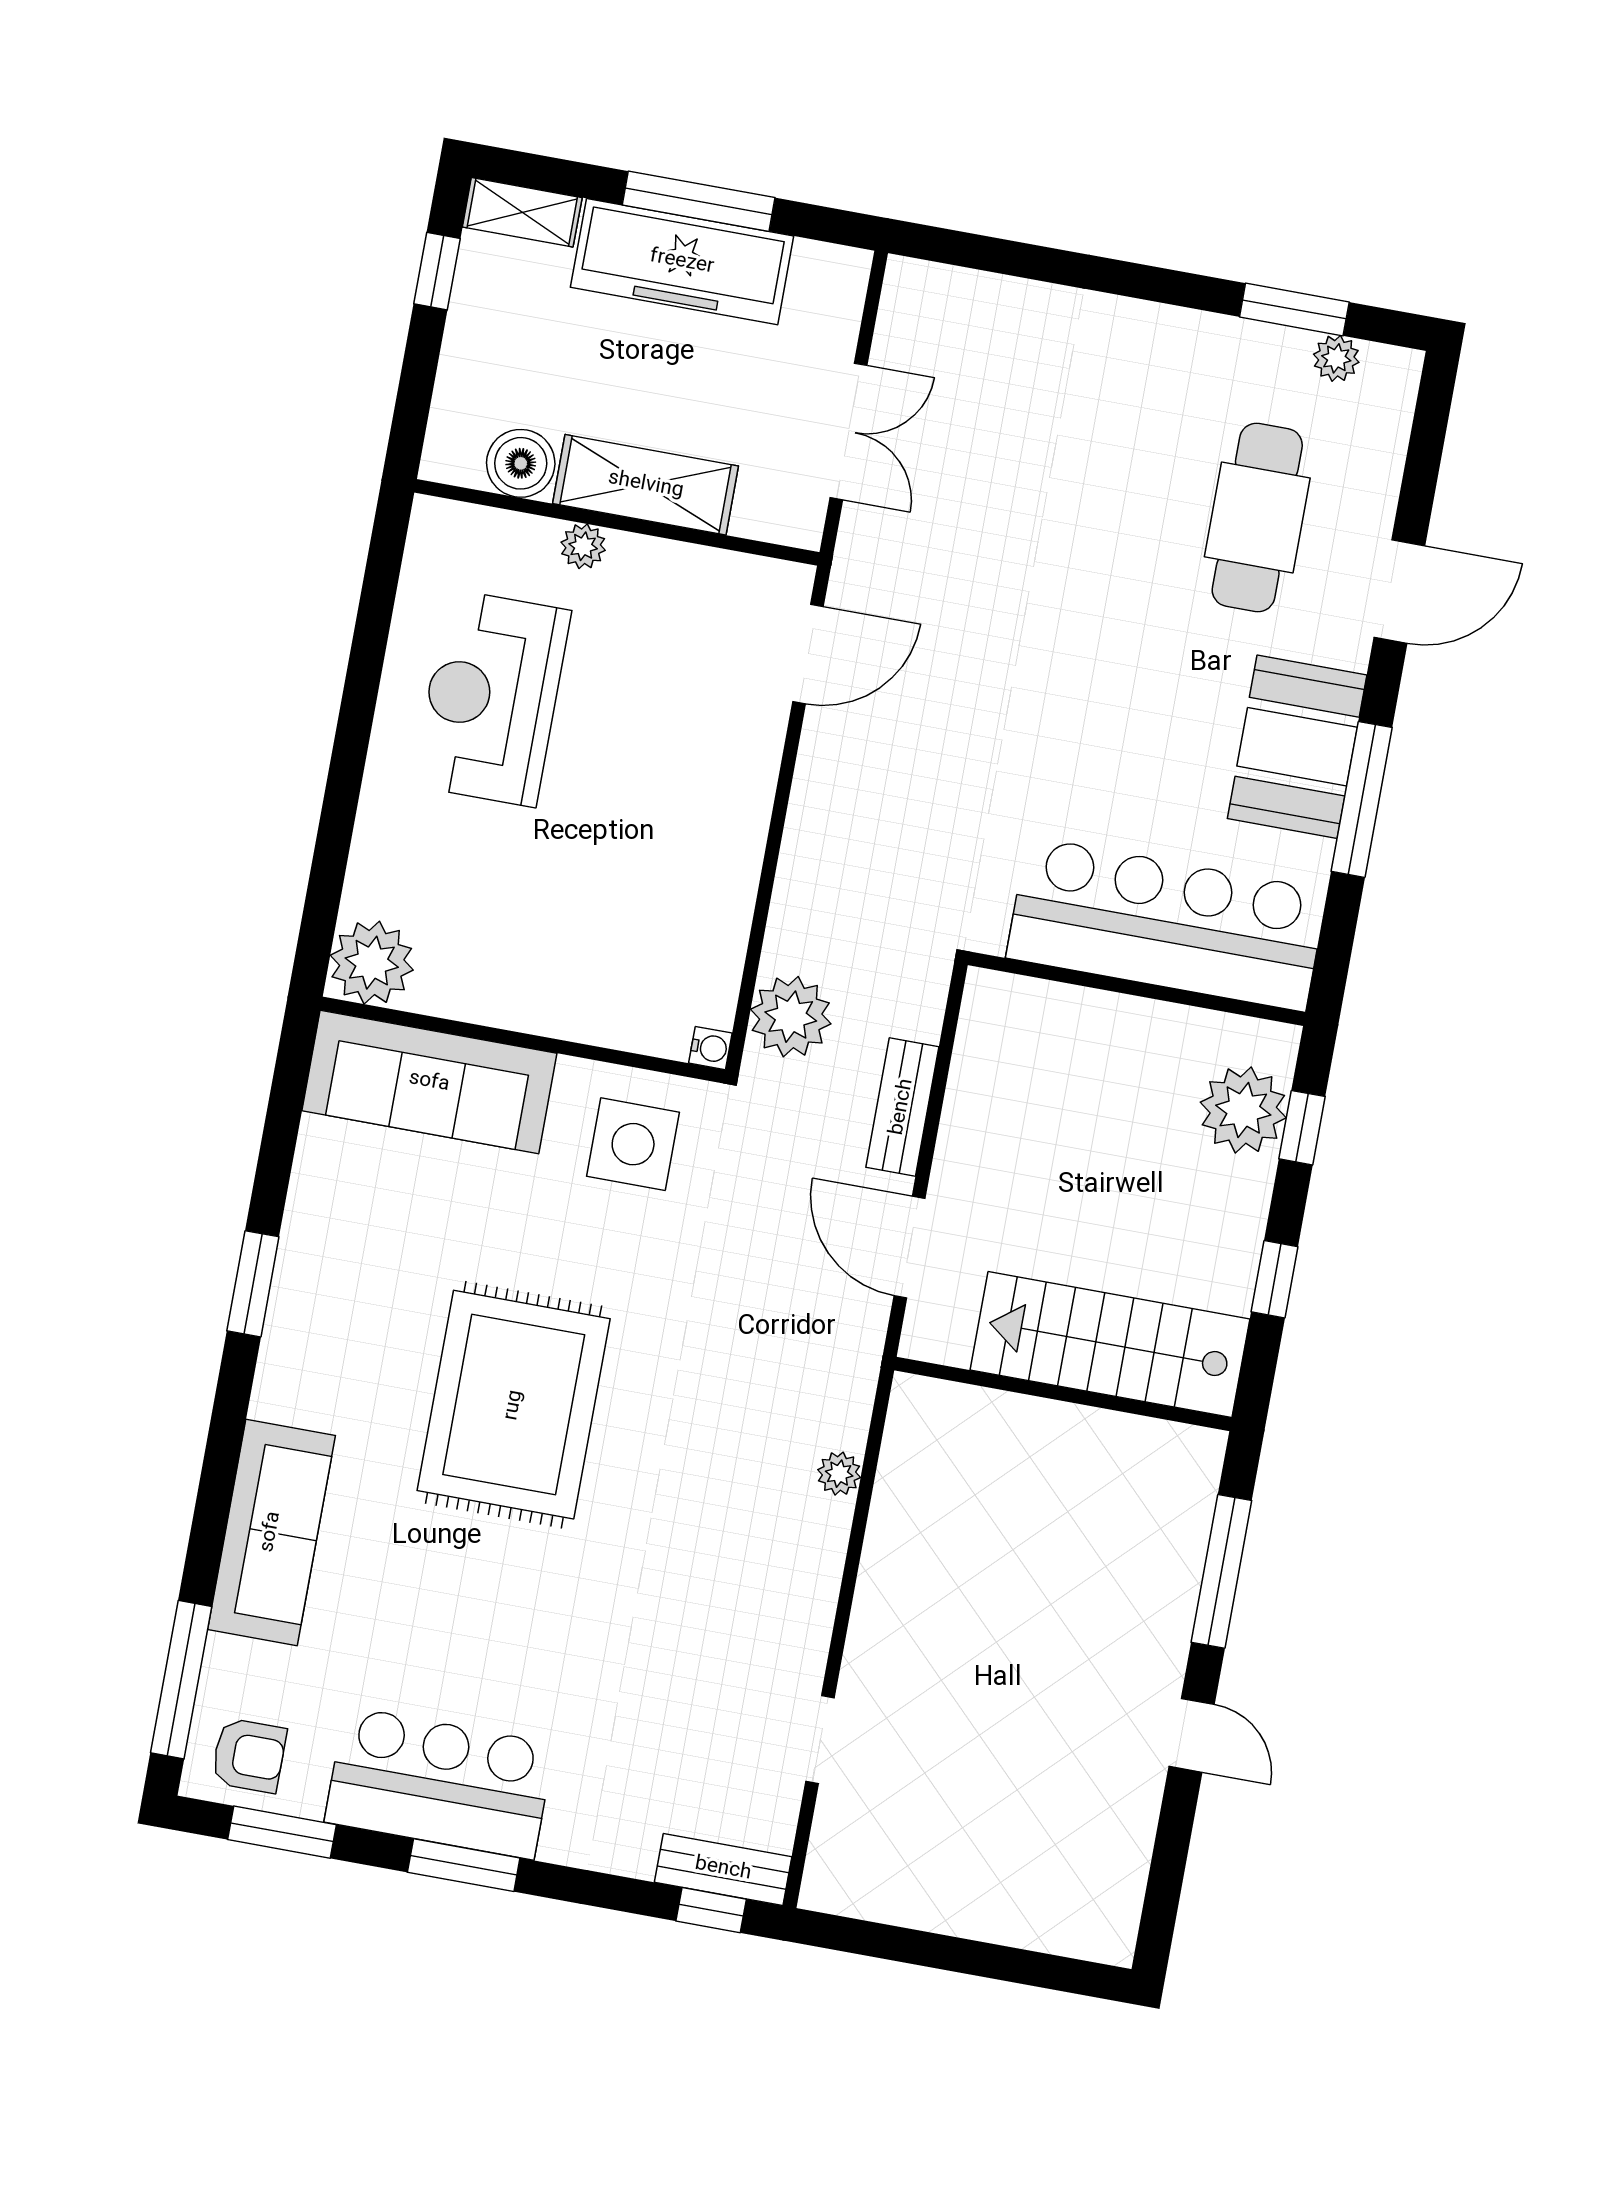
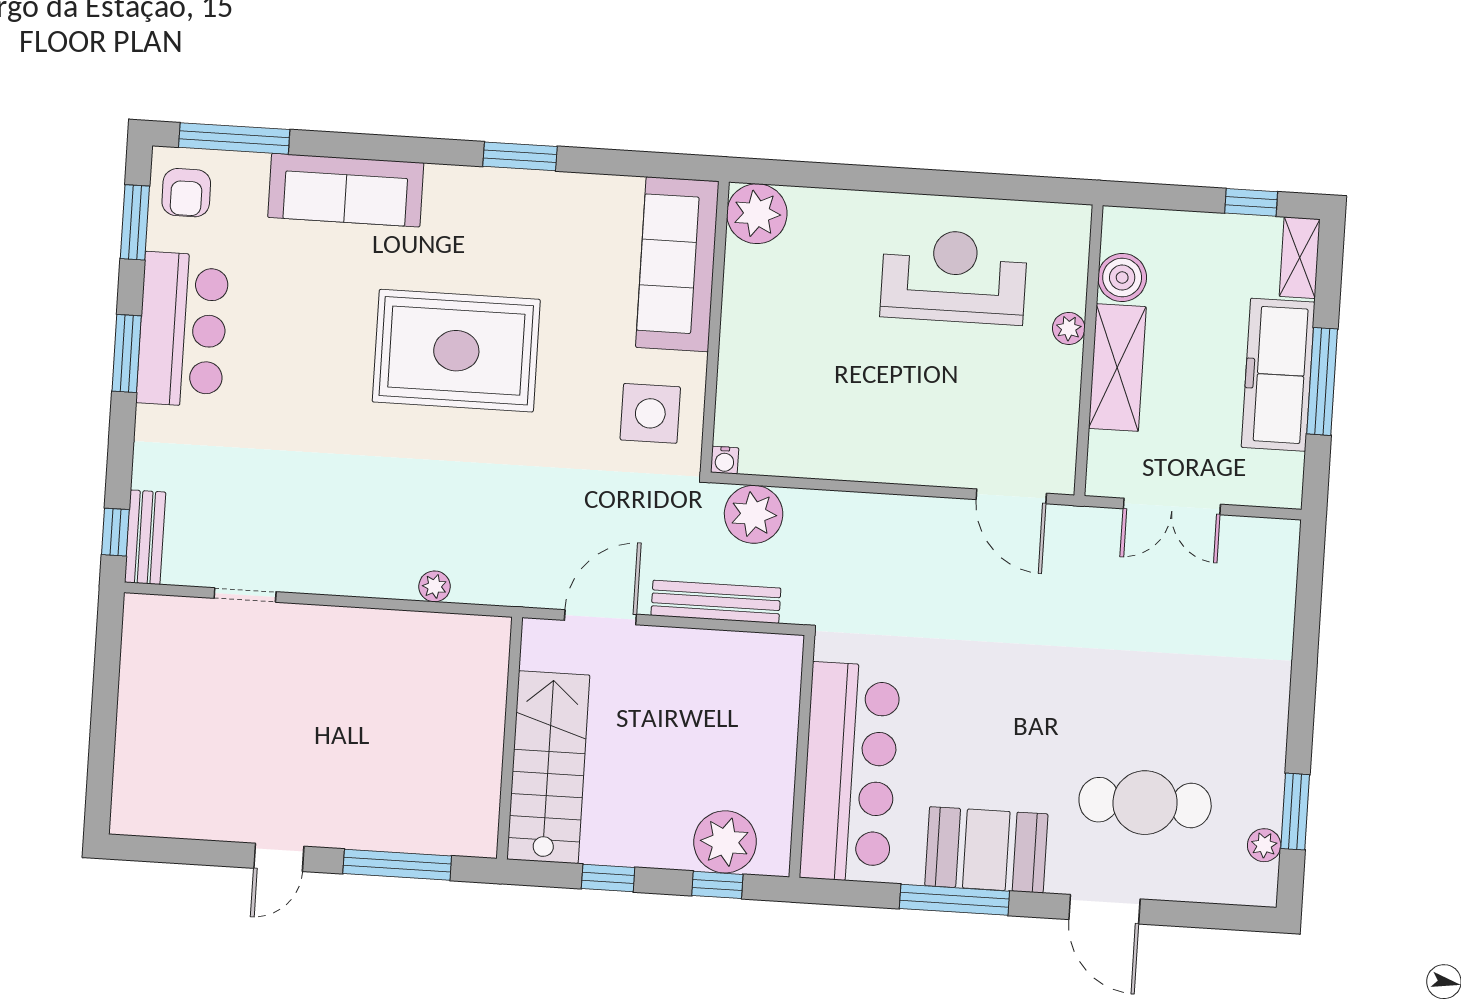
bench: (902, 1107) -> (716, 602), width x1.36

